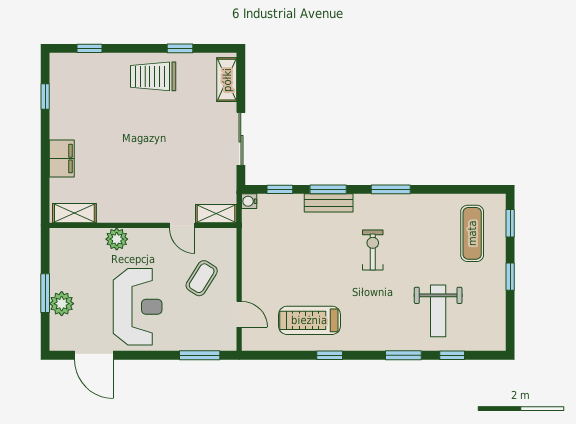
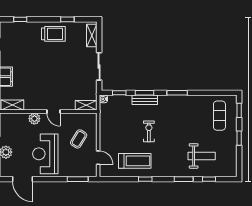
trolley: (153, 76) -> (53, 34), turned 180
door: (182, 225) -> (53, 111), moved
exercise bike: (373, 250) -> (149, 131), moved
reception desk: (138, 307) -> (45, 154), turned 180
weight bench: (438, 311) -> (202, 156), turned -90
treadmill: (309, 320) -> (135, 161), turned 180

